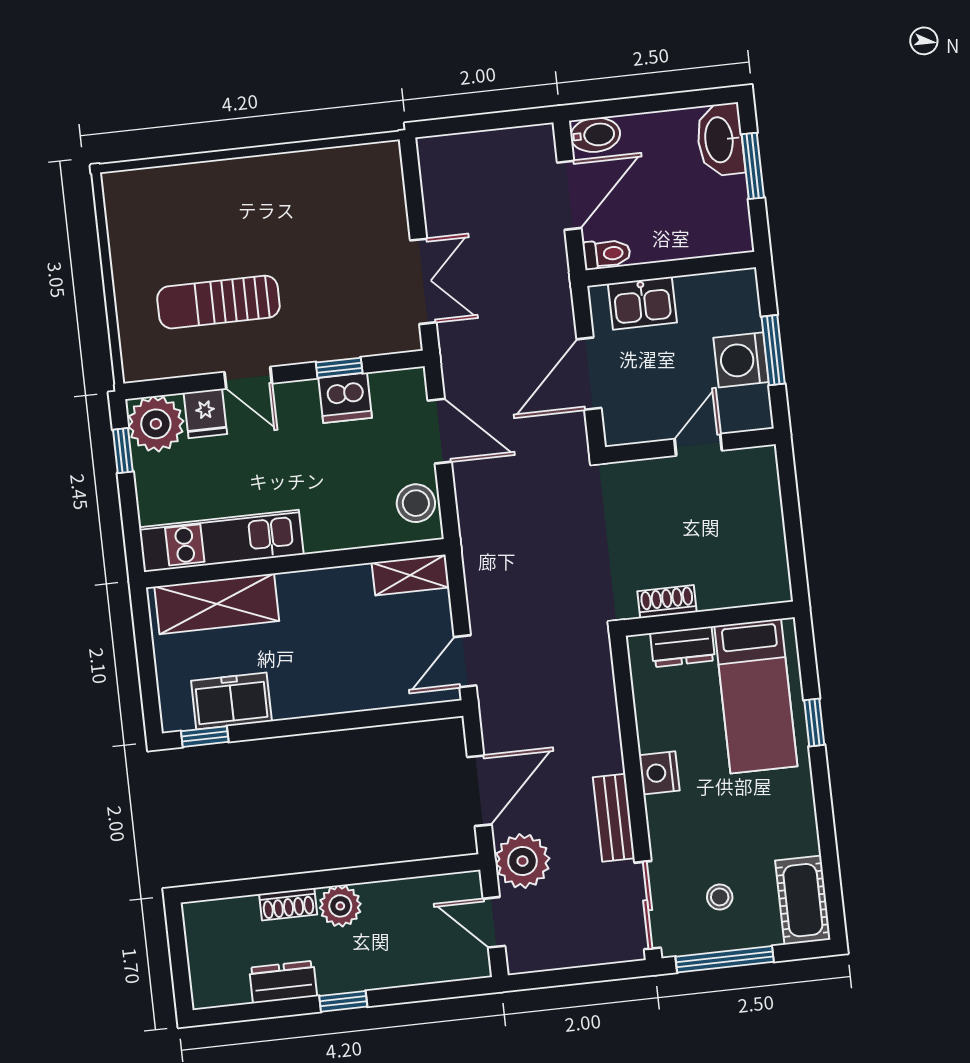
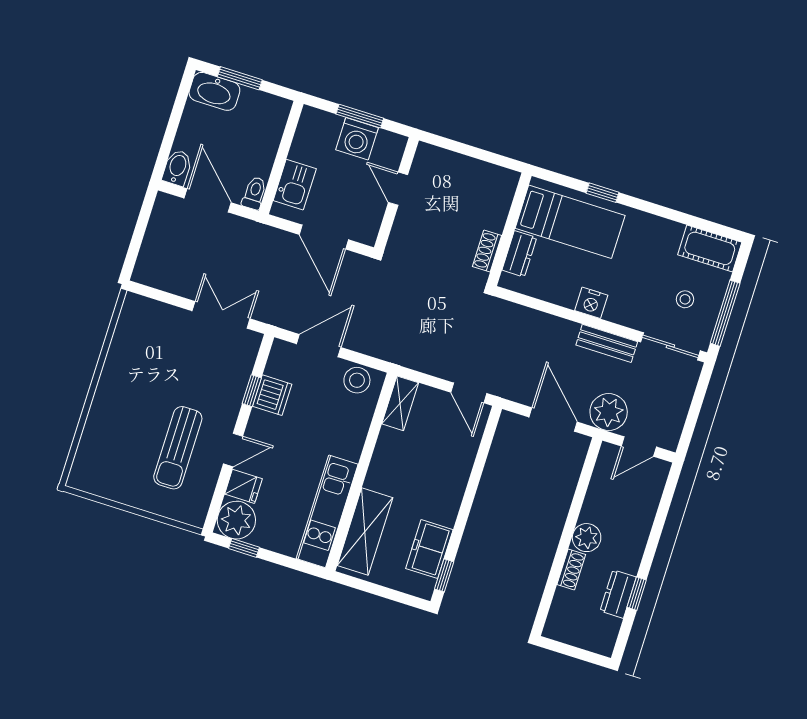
window: (343, 1001) -> (637, 594), moved

